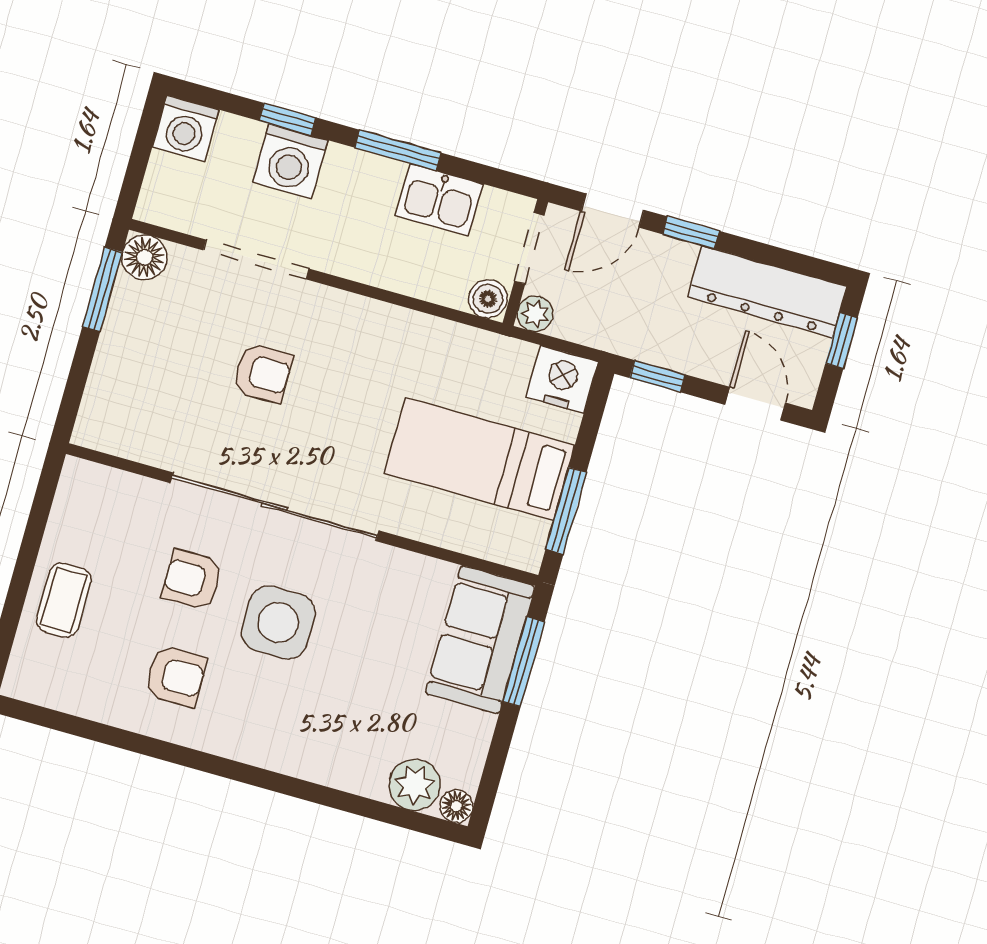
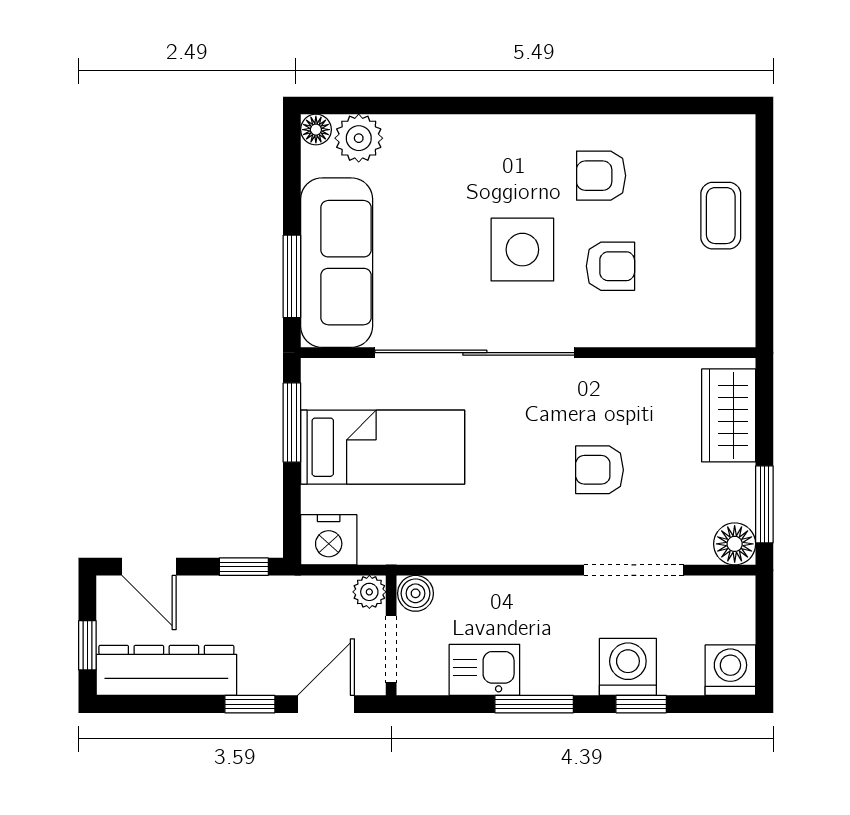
wardrobe: (113, 392) -> (729, 415), added
sliding door: (274, 507) -> (475, 353), moved
sofa: (480, 640) -> (337, 263), width x1.36

